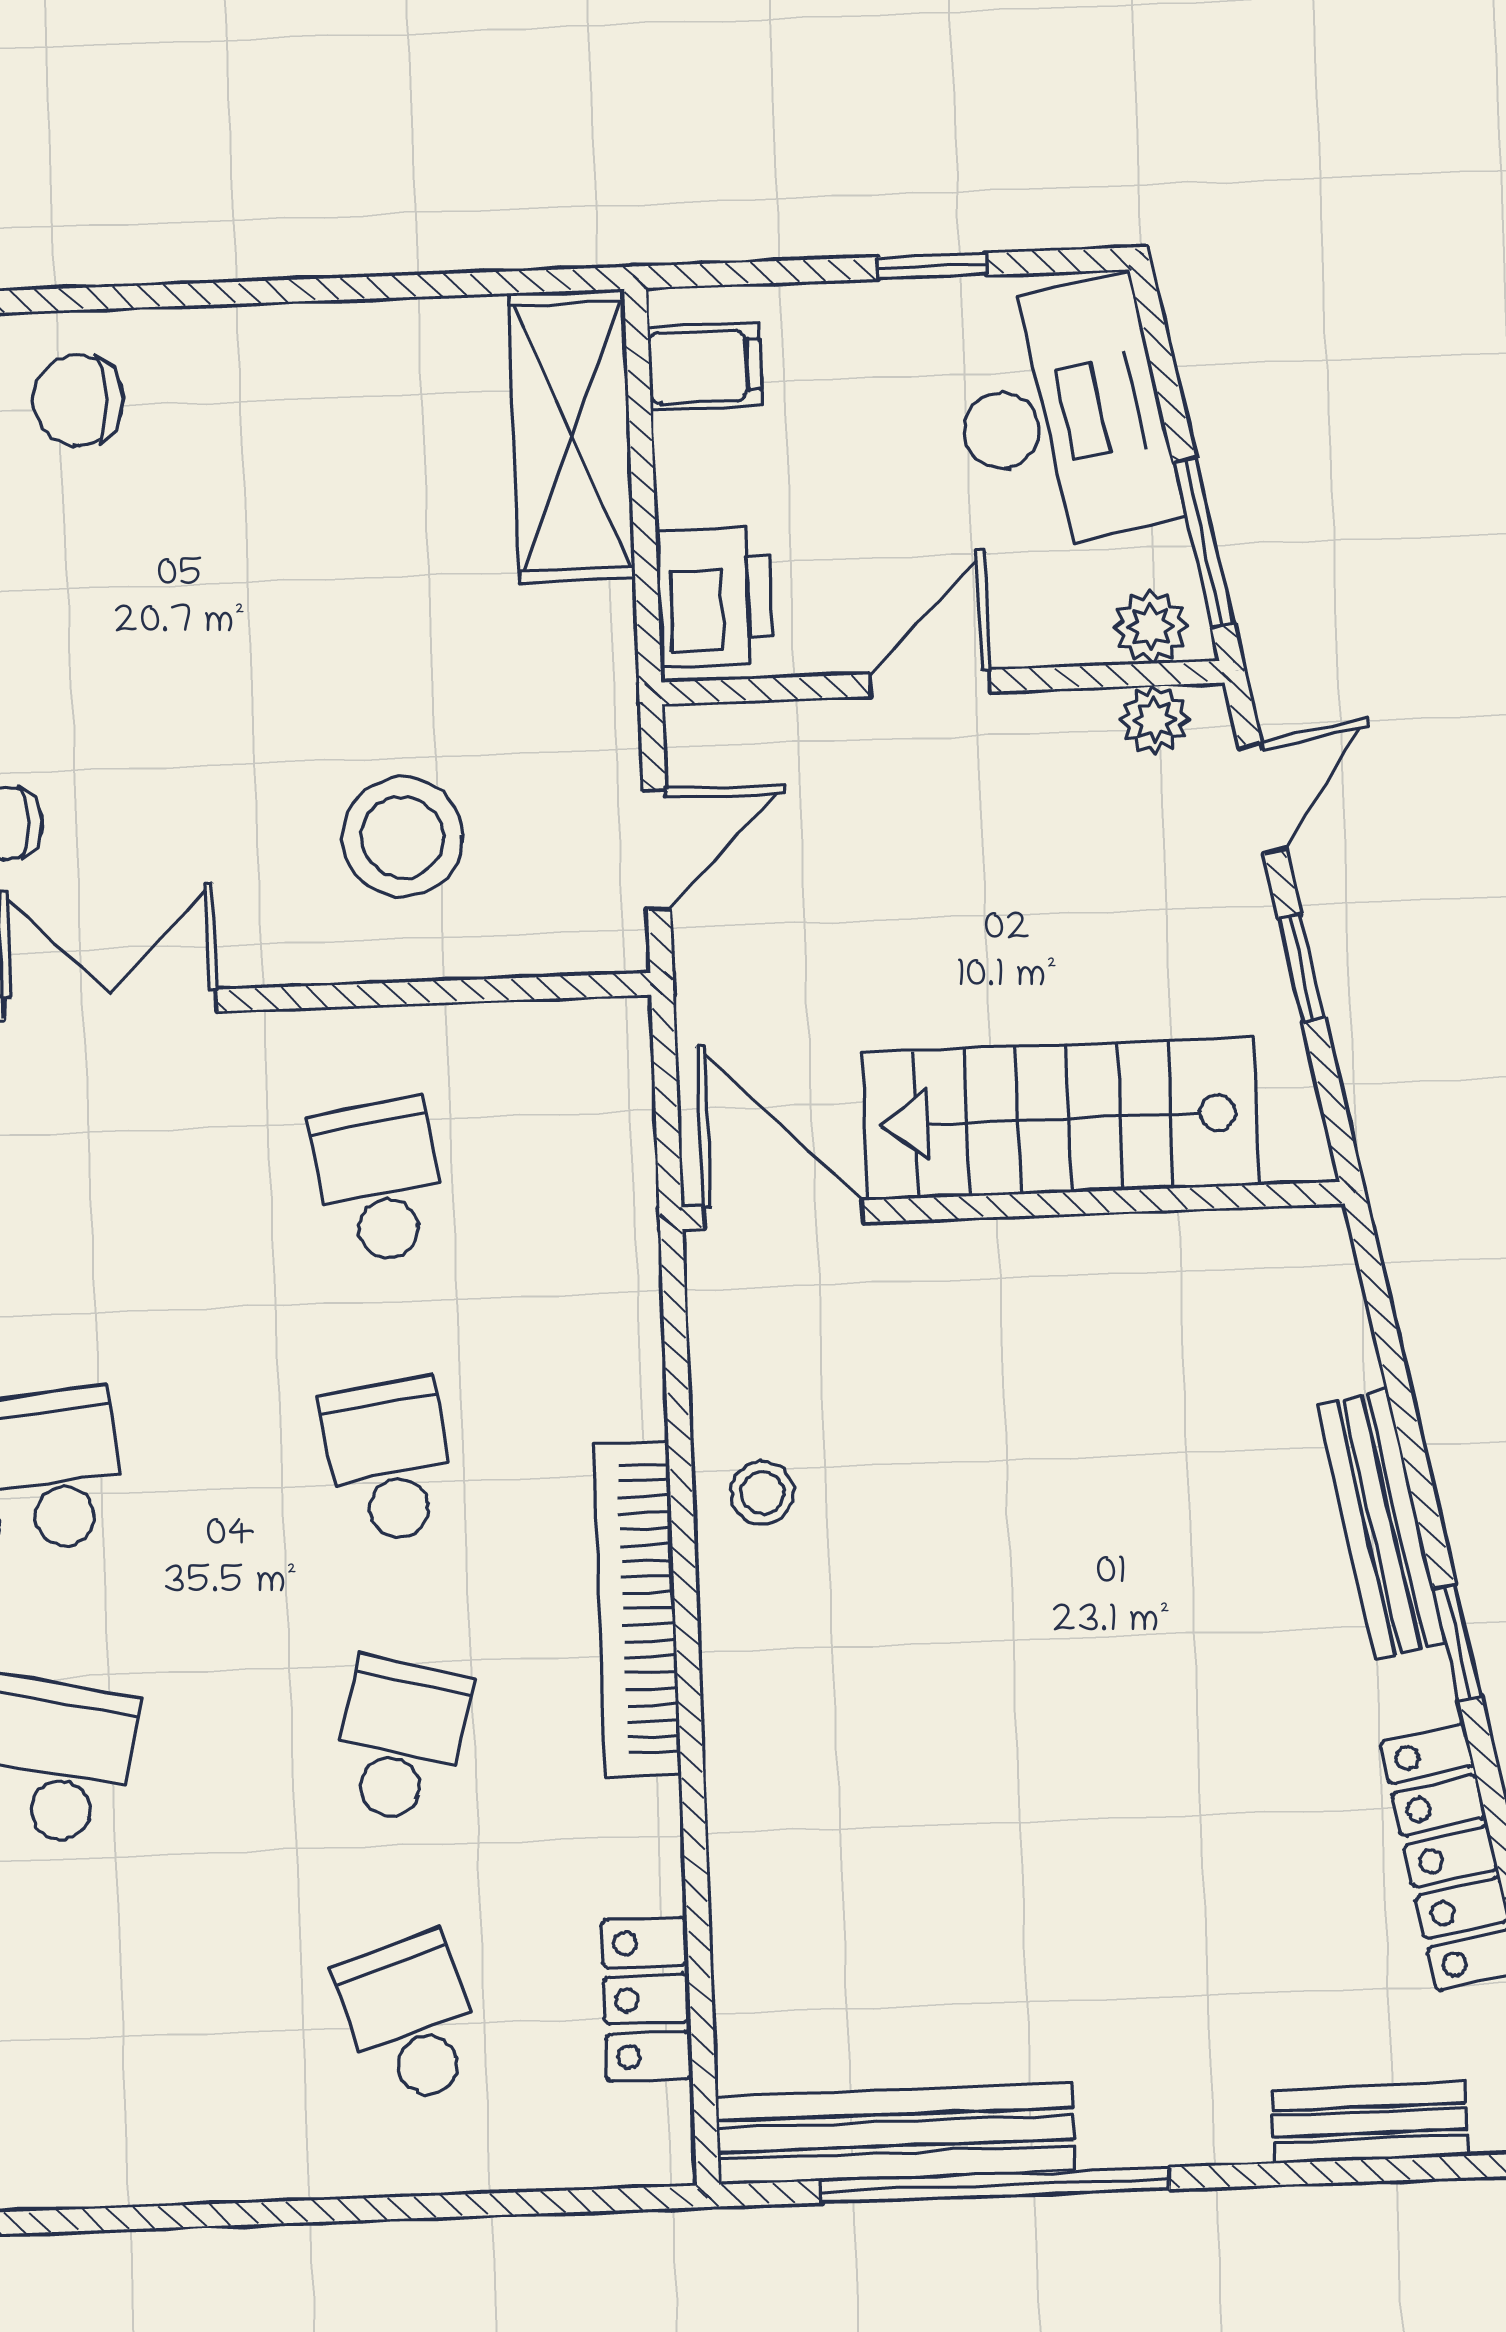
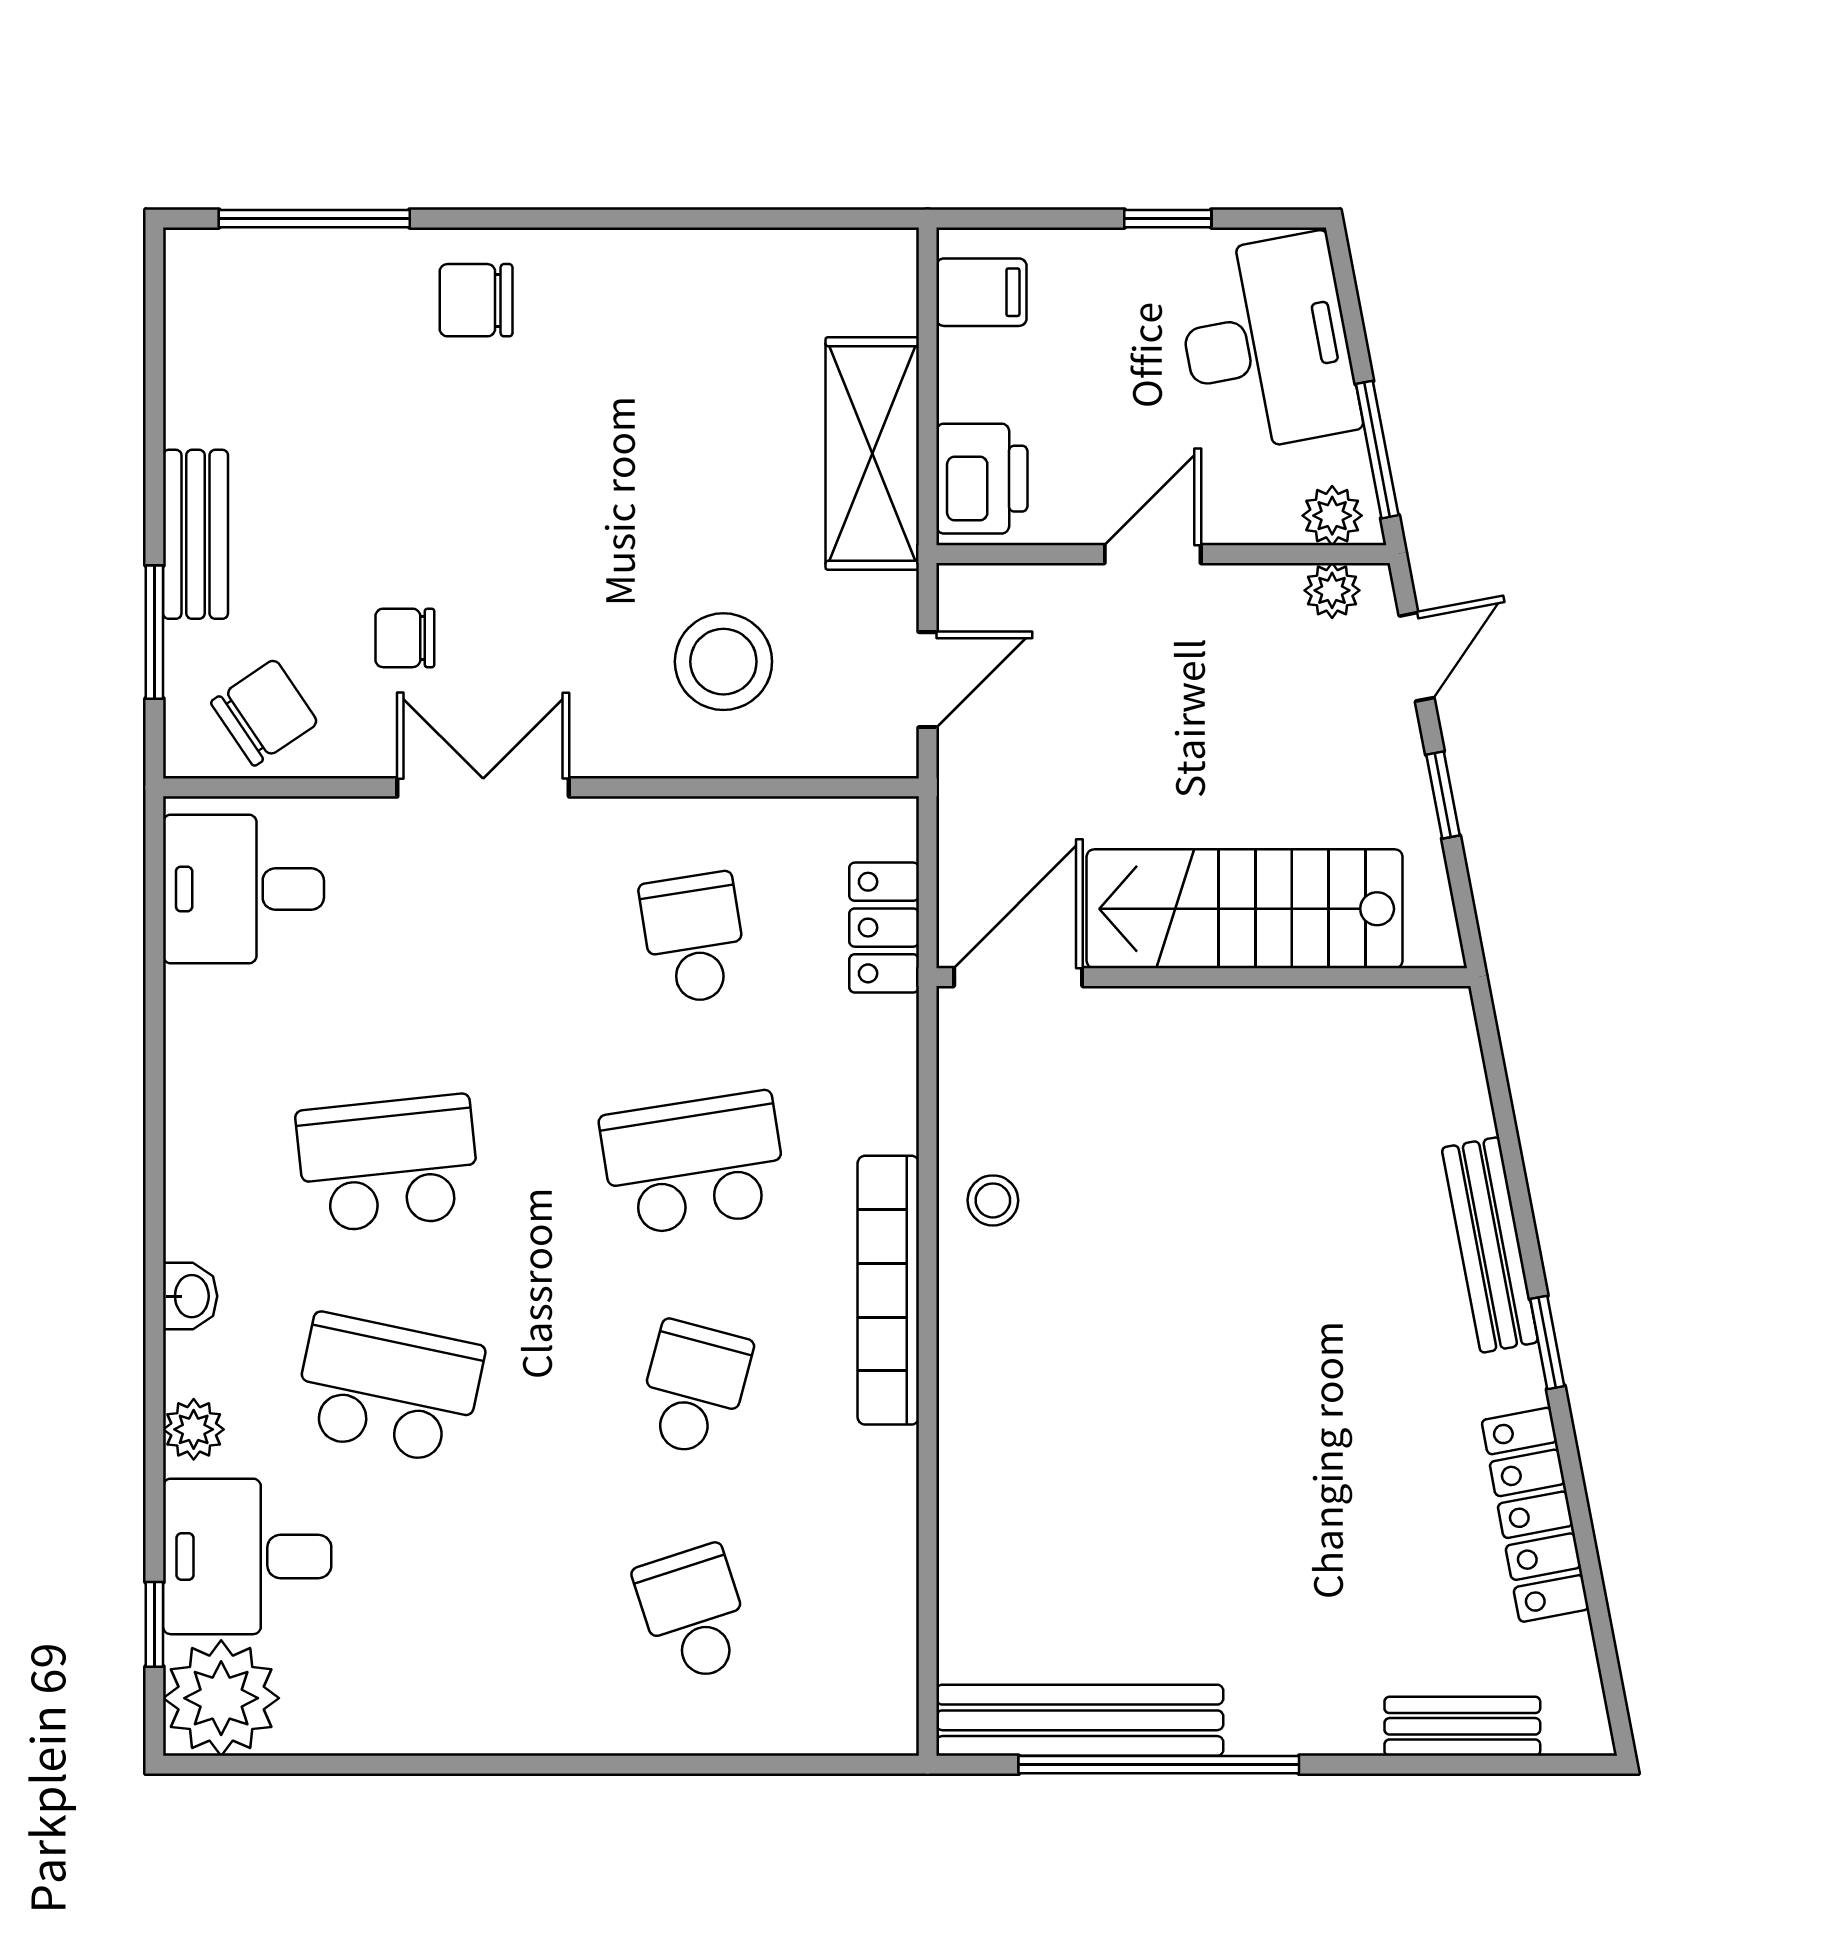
shelving: (572, 436) -> (872, 454), moved
door: (783, 1214) -> (1018, 977), hinge flipped
school desk: (390, 1461) -> (694, 1163), width x1.85
locker: (647, 1999) -> (884, 928), moved

